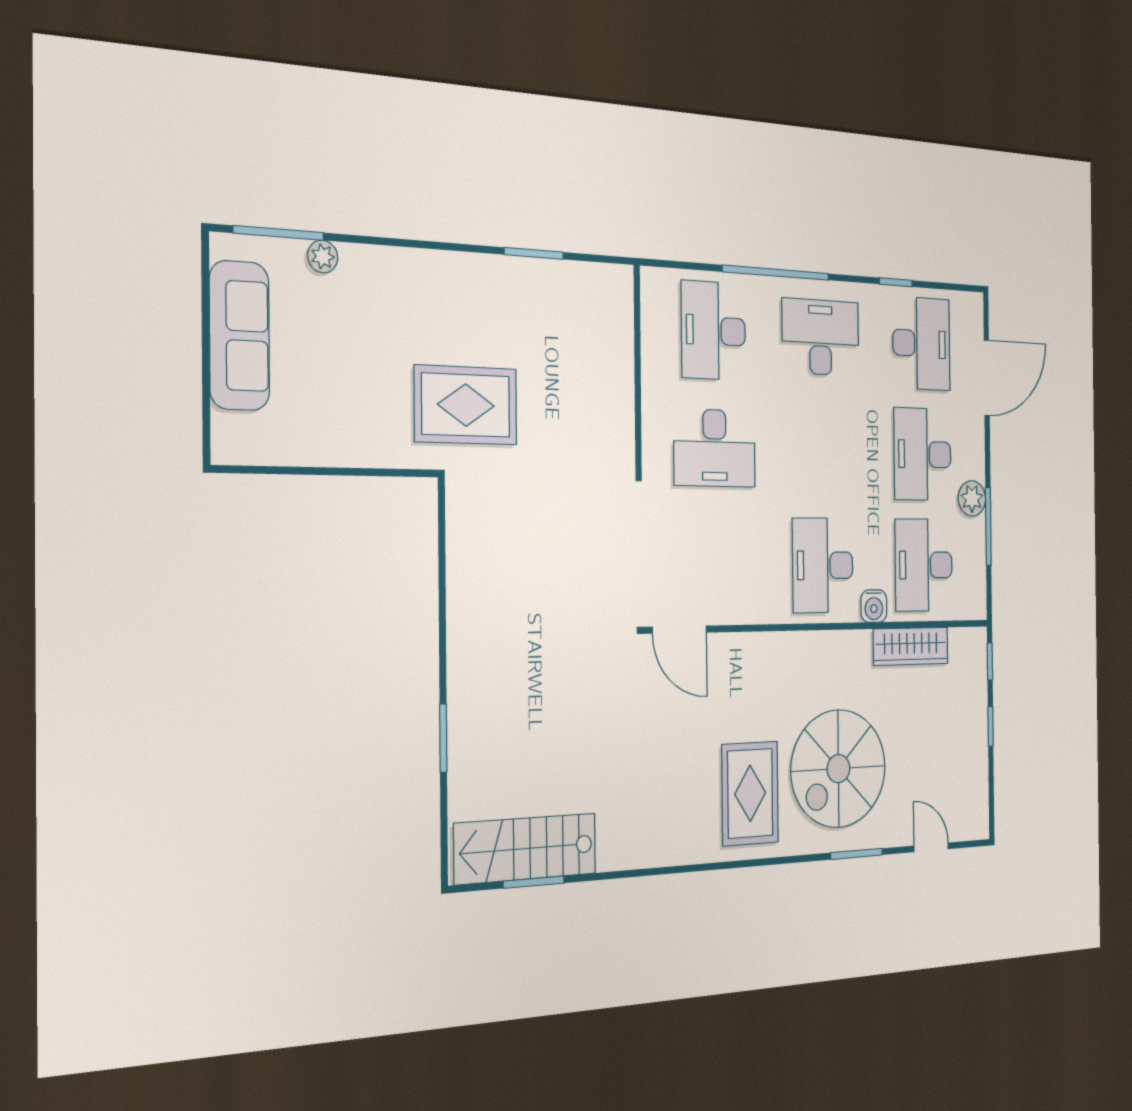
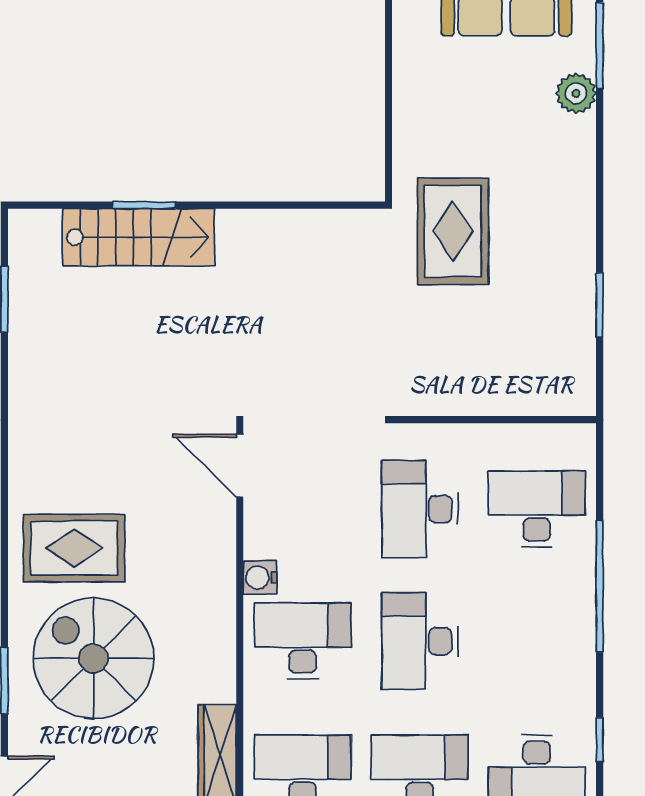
plant: (323, 257) -> (576, 93), width x1.38, depth x1.38
desk: (821, 337) -> (420, 641), moved, turned 180
water cooler: (874, 606) -> (260, 577), moved
door: (680, 630) -> (240, 466), hinge flipped
stairs: (525, 849) -> (139, 237), moved, turned 90

